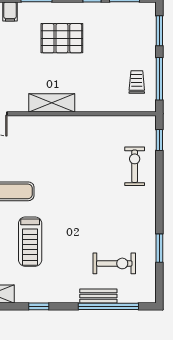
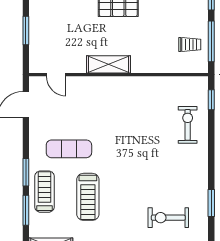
trolley: (137, 82) -> (190, 44), turned 90
exercise bike: (114, 263) -> (168, 218), turned 180

